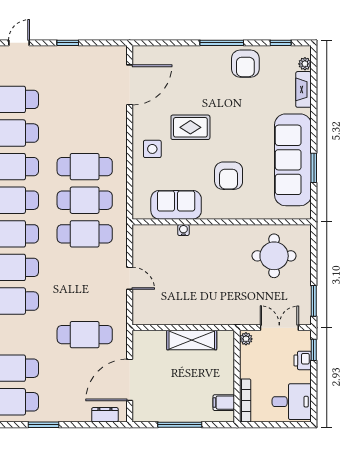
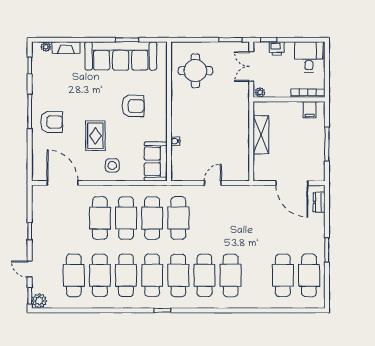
armchair: (245, 64) -> (52, 122), moved
sofa: (176, 205) -> (156, 161), moved
cafe table: (85, 335) -> (100, 218), moved

